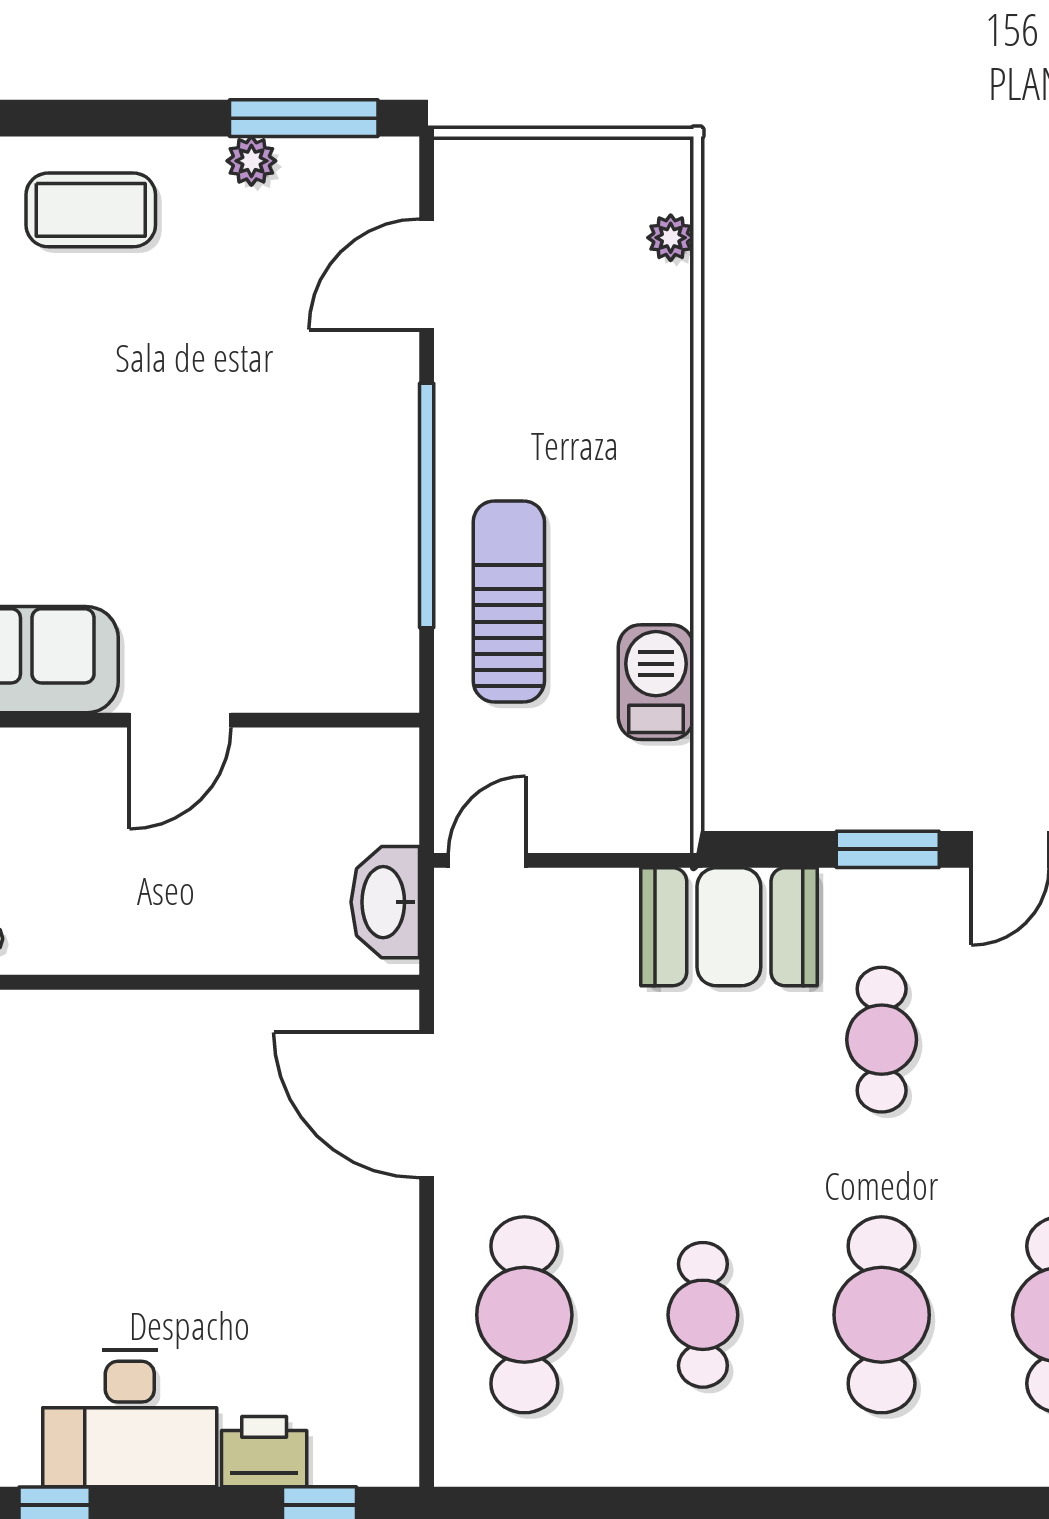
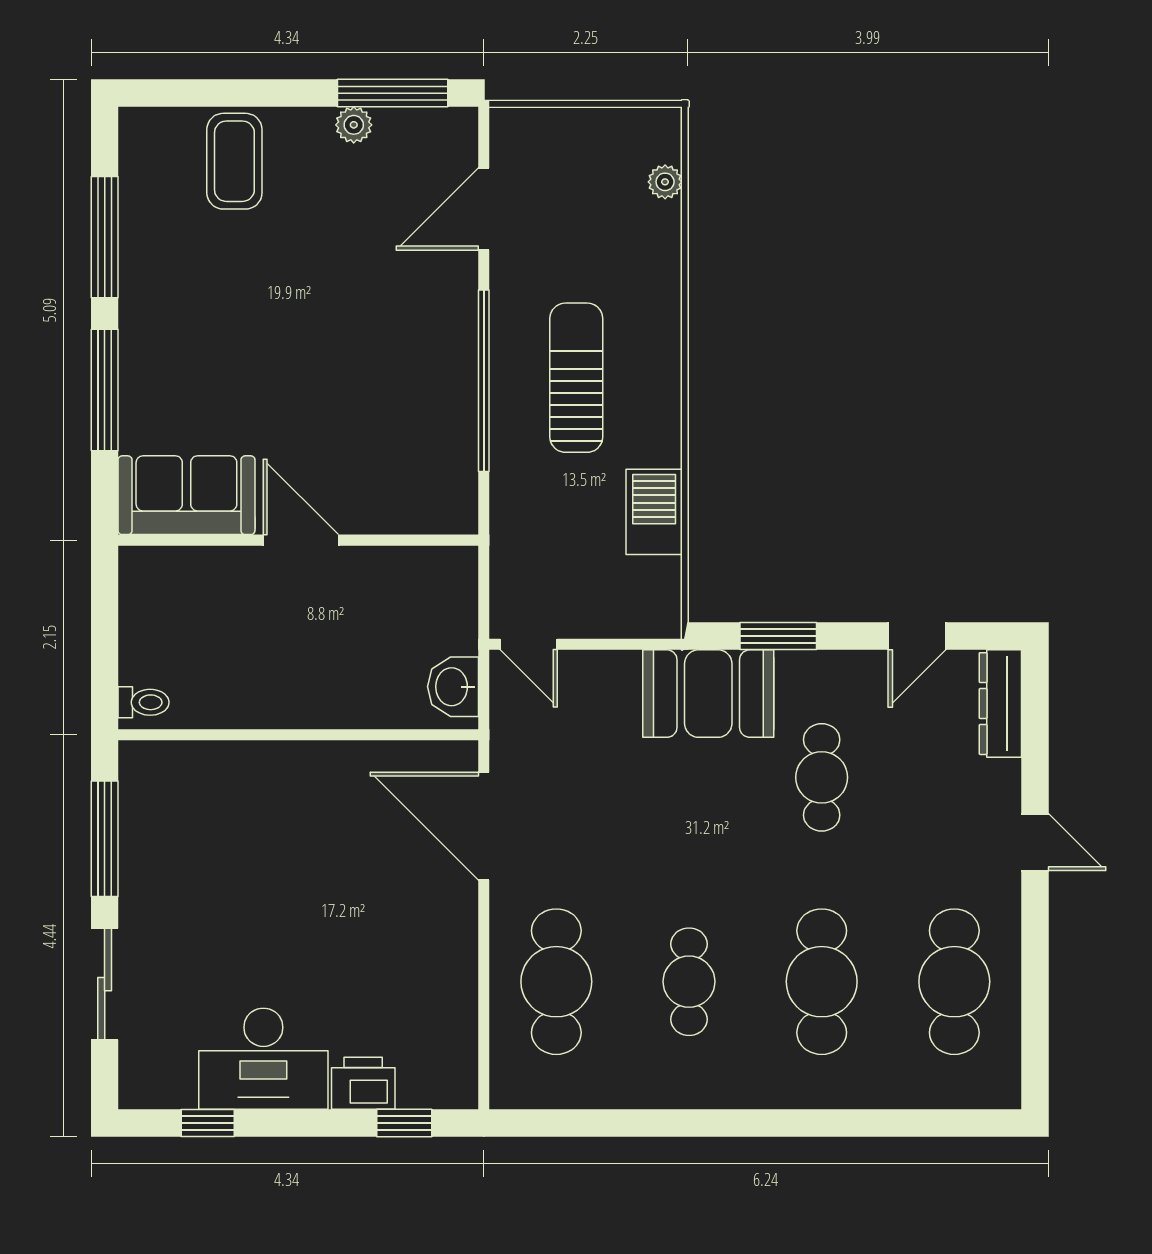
coffee table: (91, 210) -> (234, 161), turned 90
sun lounger: (509, 601) -> (576, 378), moved
door: (180, 720) -> (301, 540), swing flipped
window: (888, 849) -> (778, 636), moved
door: (487, 860) -> (529, 644), swing flipped
washbasin: (385, 902) -> (453, 687), width x0.72

